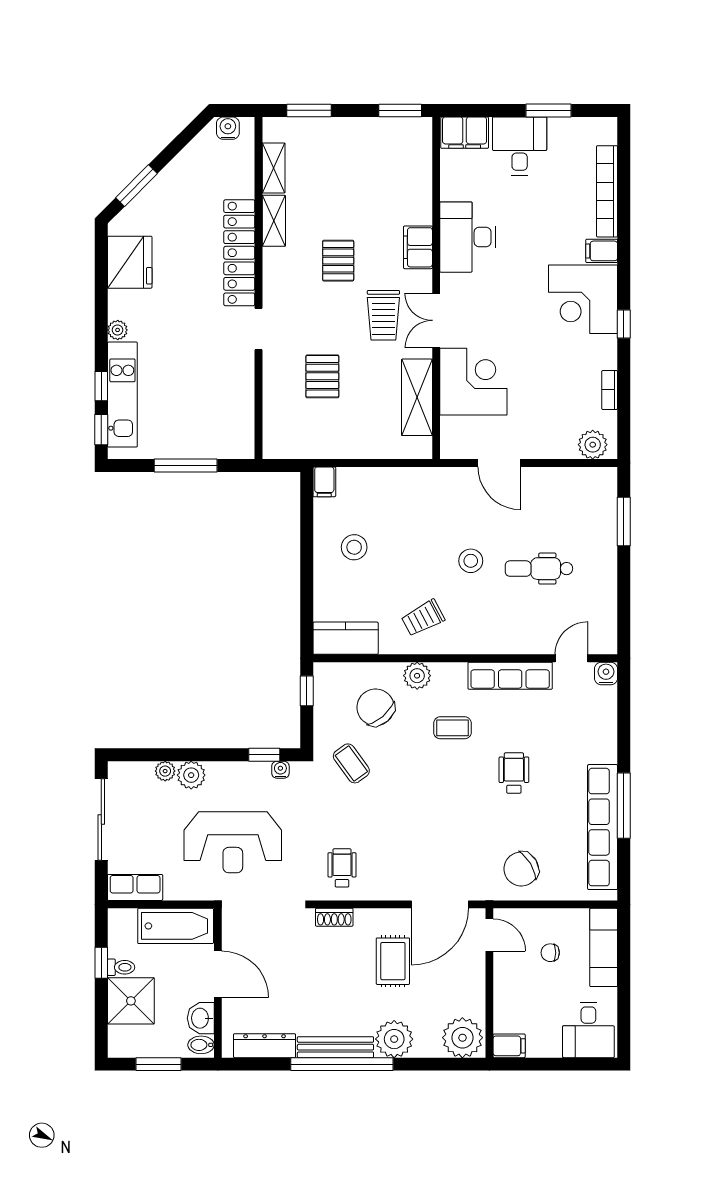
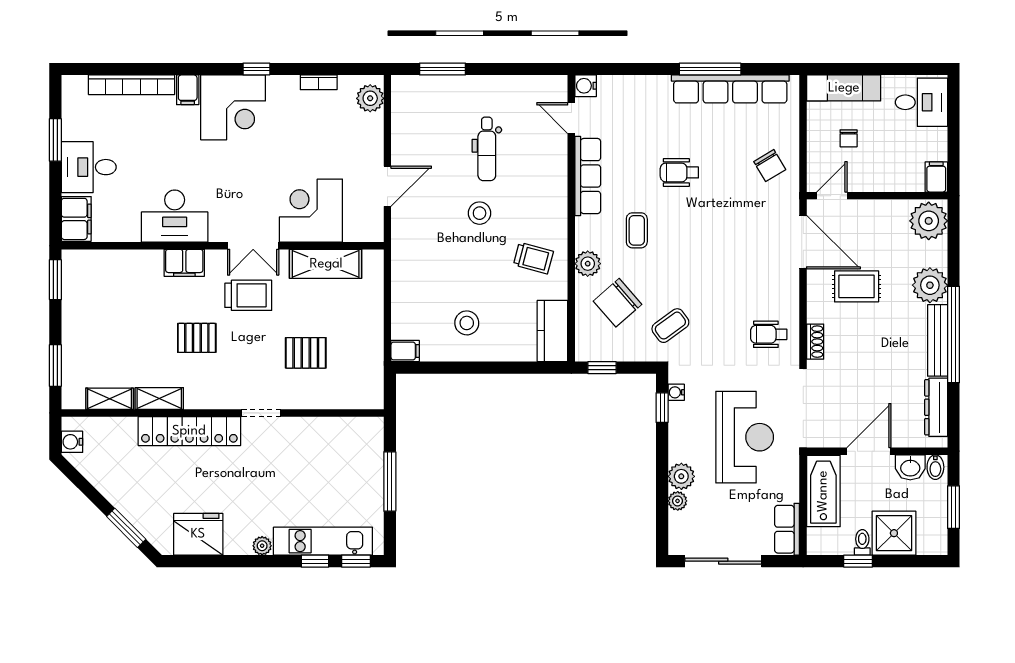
trolley: (423, 618) -> (533, 258), turned -47
chair: (521, 869) -> (770, 166), width x0.73, depth x0.73

